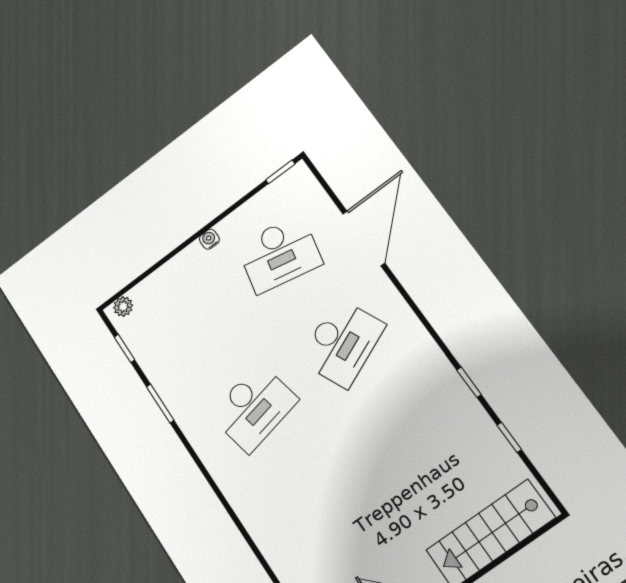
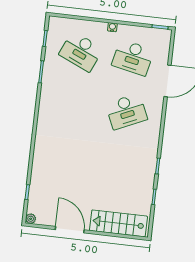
plant: (123, 306) -> (58, 22), removed
desk: (254, 408) -> (81, 52), moved, turned 36

